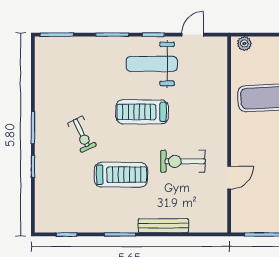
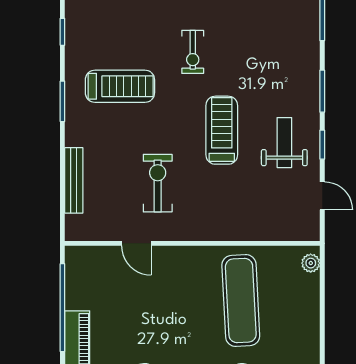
weight bench: (152, 64) -> (284, 143), width x0.73, depth x0.75
exercise bike: (82, 134) -> (193, 52), turned -65
treadmill: (121, 175) -> (120, 86), moved, turned -90
bench: (163, 226) -> (74, 180), moved

